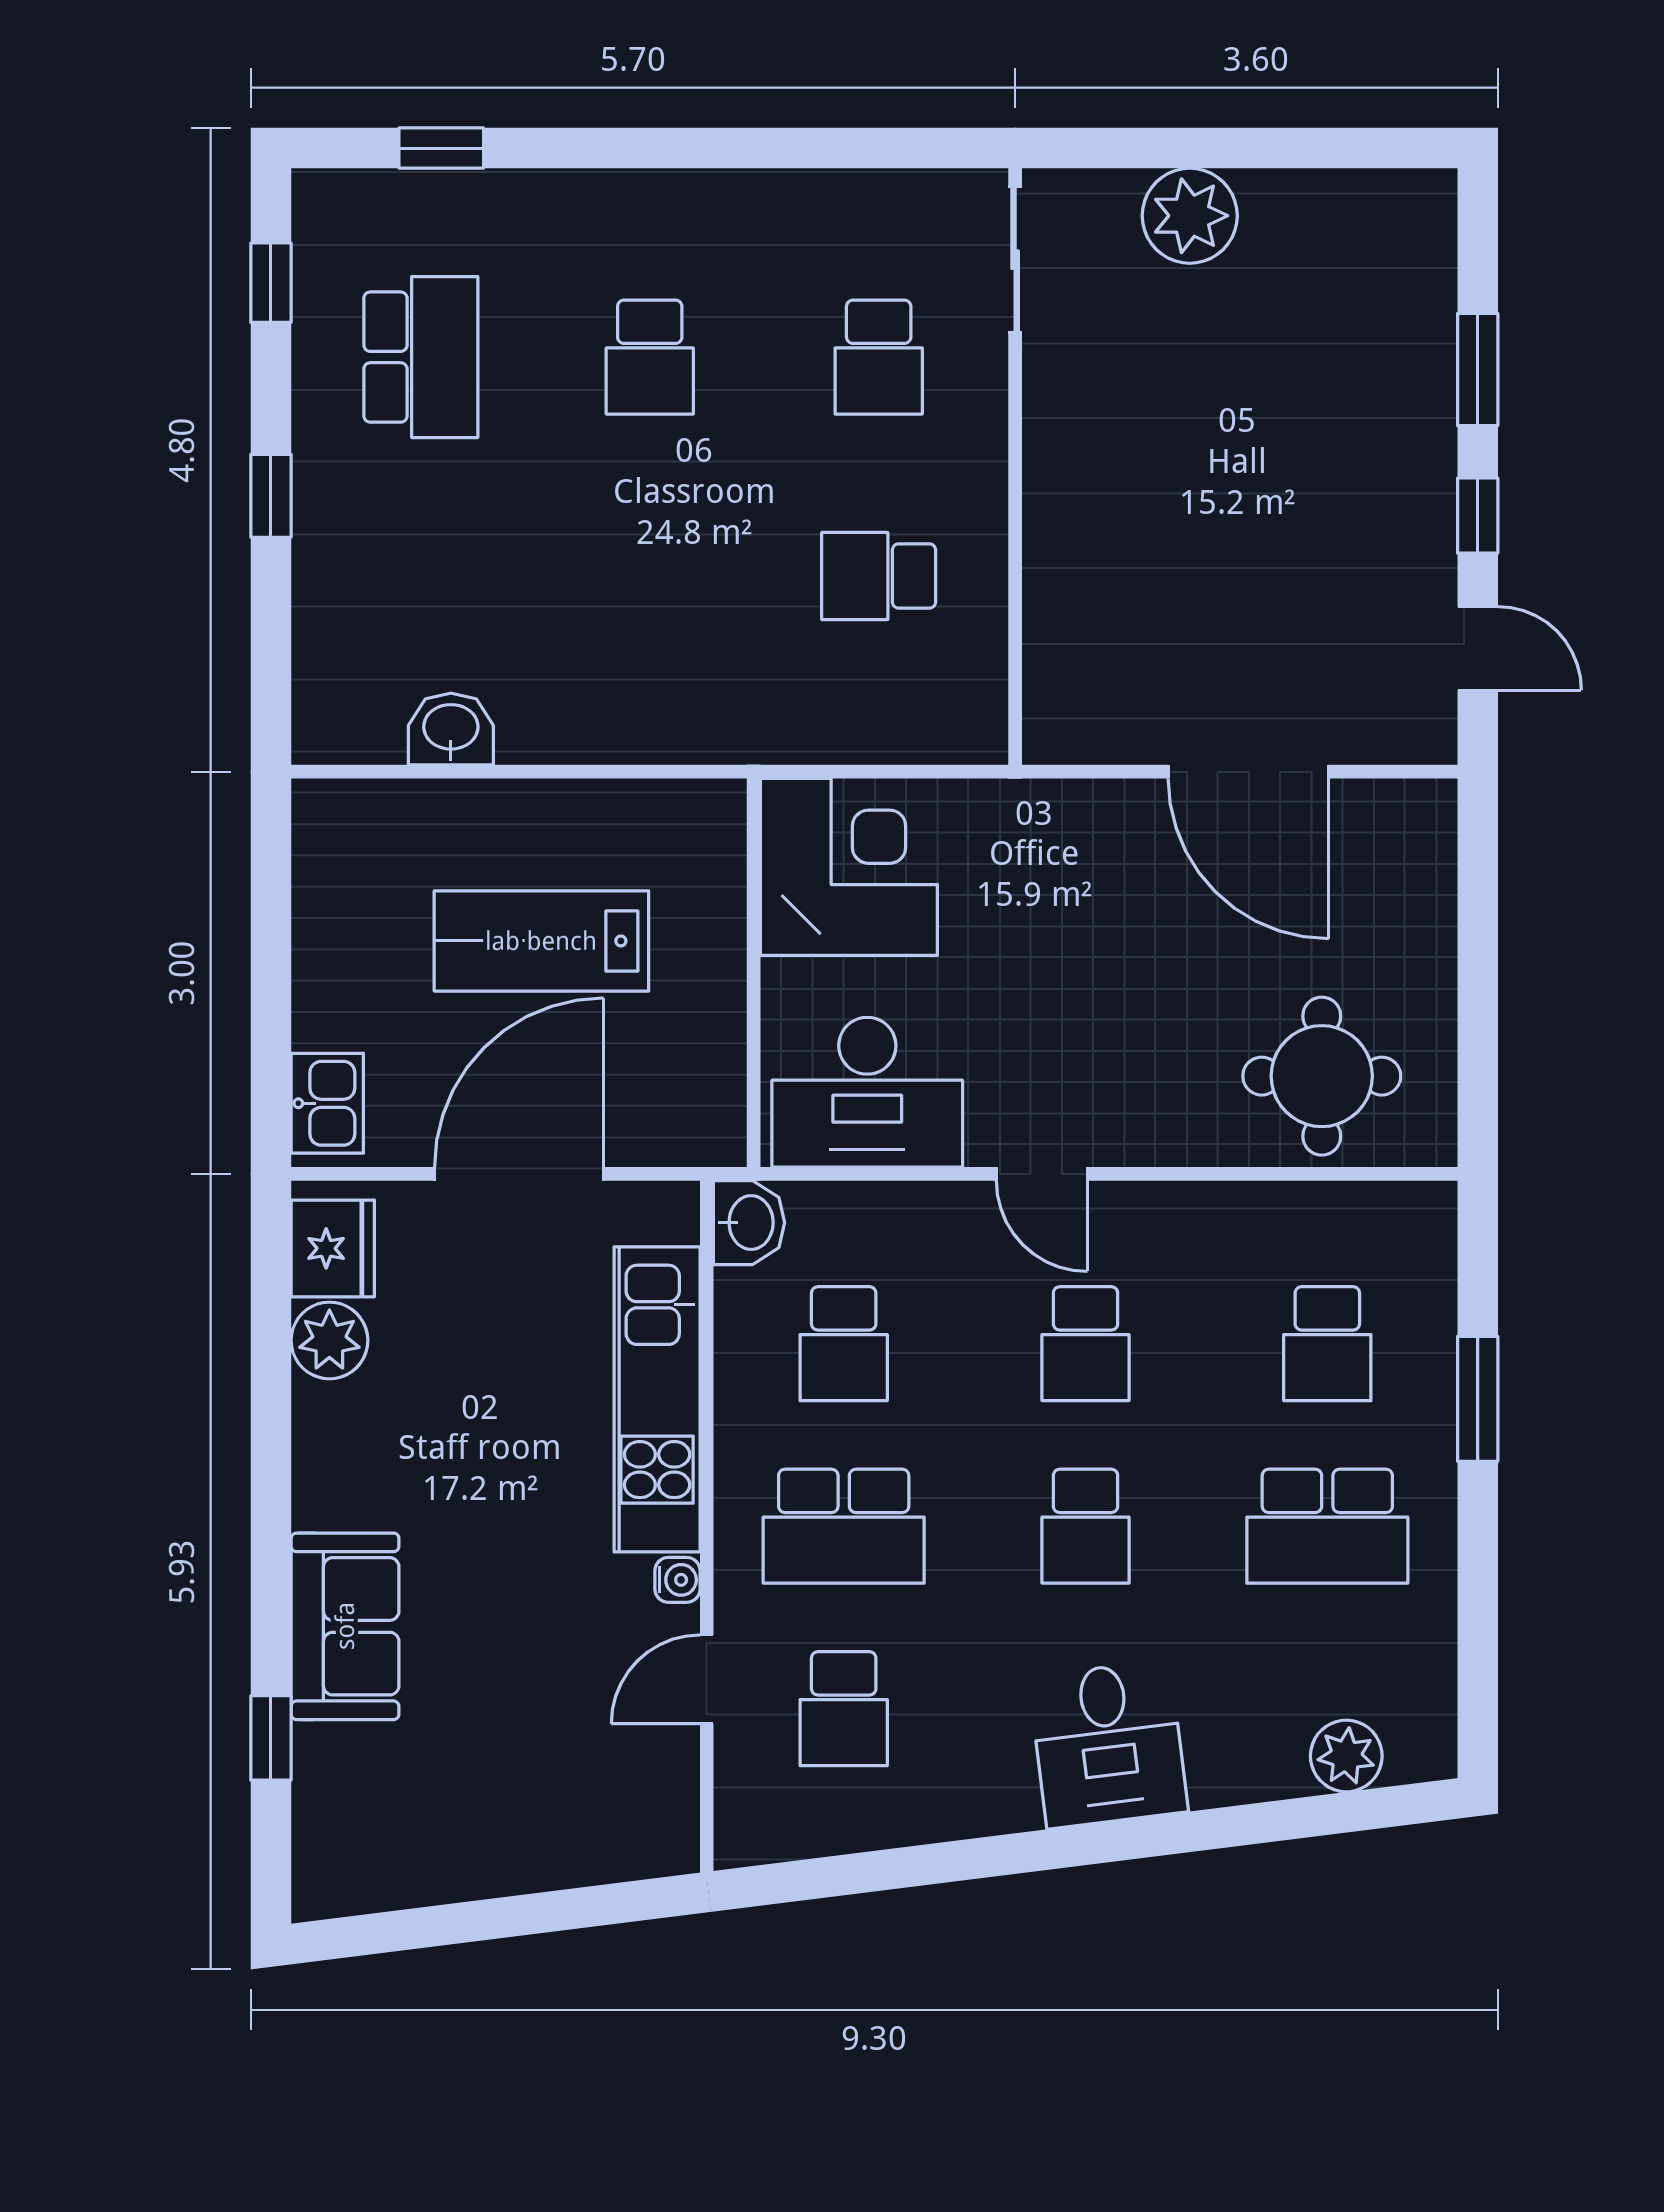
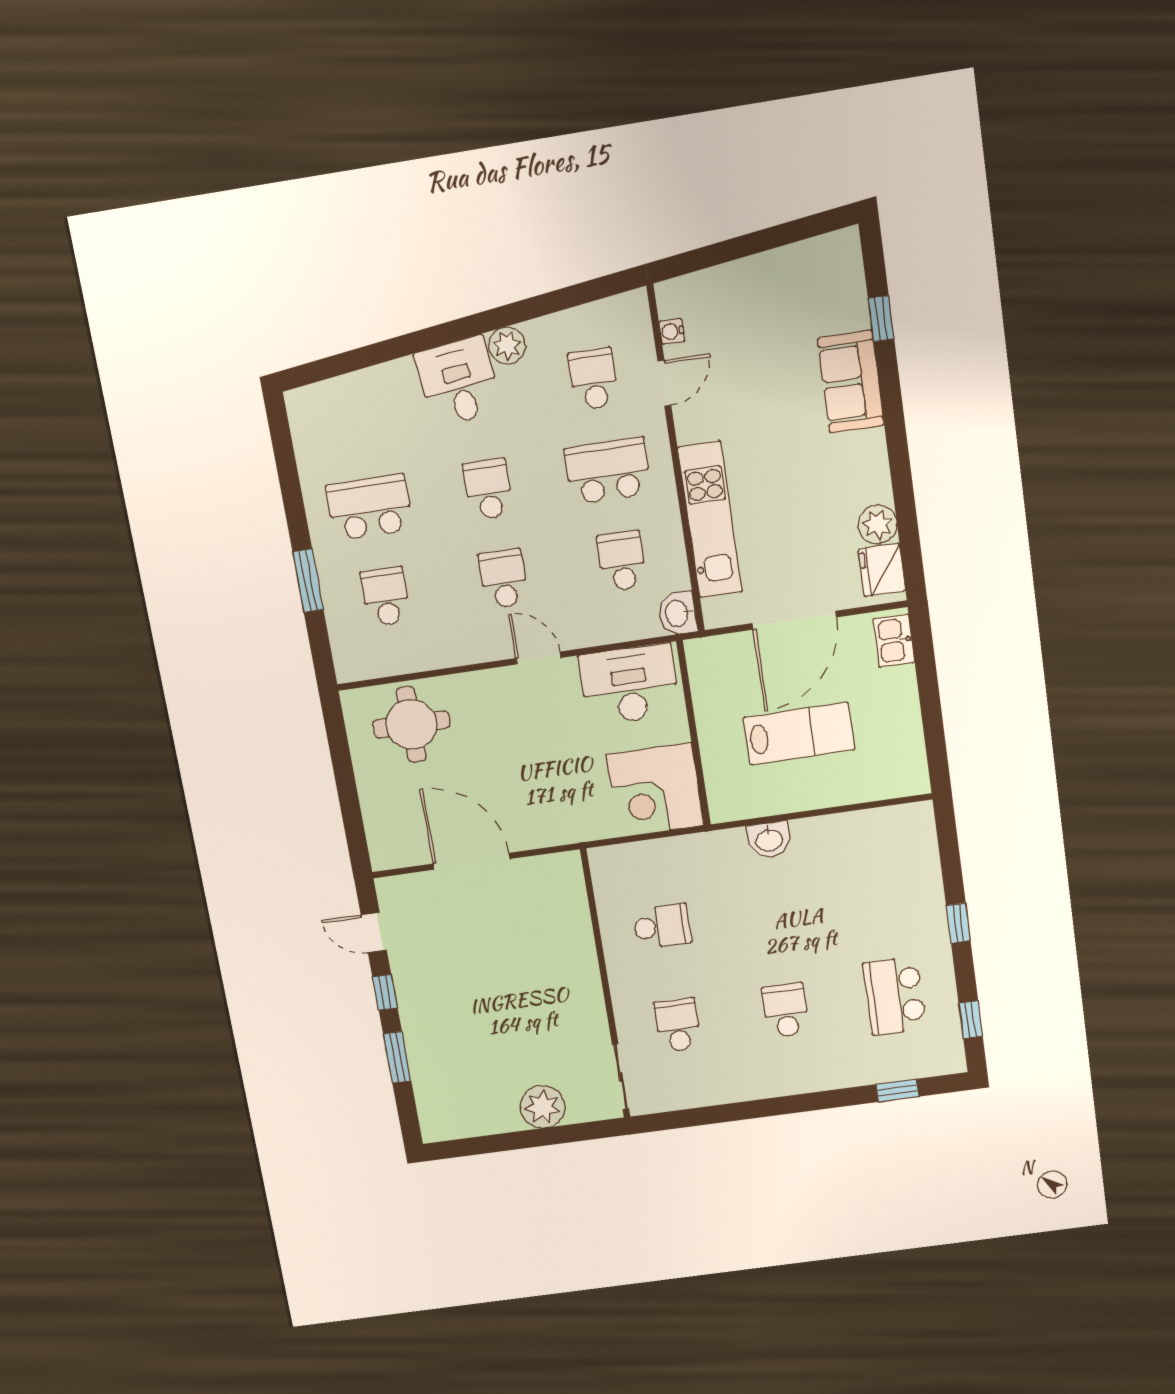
washbasin: (451, 729) -> (769, 840), moved
water cooler: (677, 1580) -> (672, 331), moved
plant: (1346, 1756) -> (507, 346), moved

